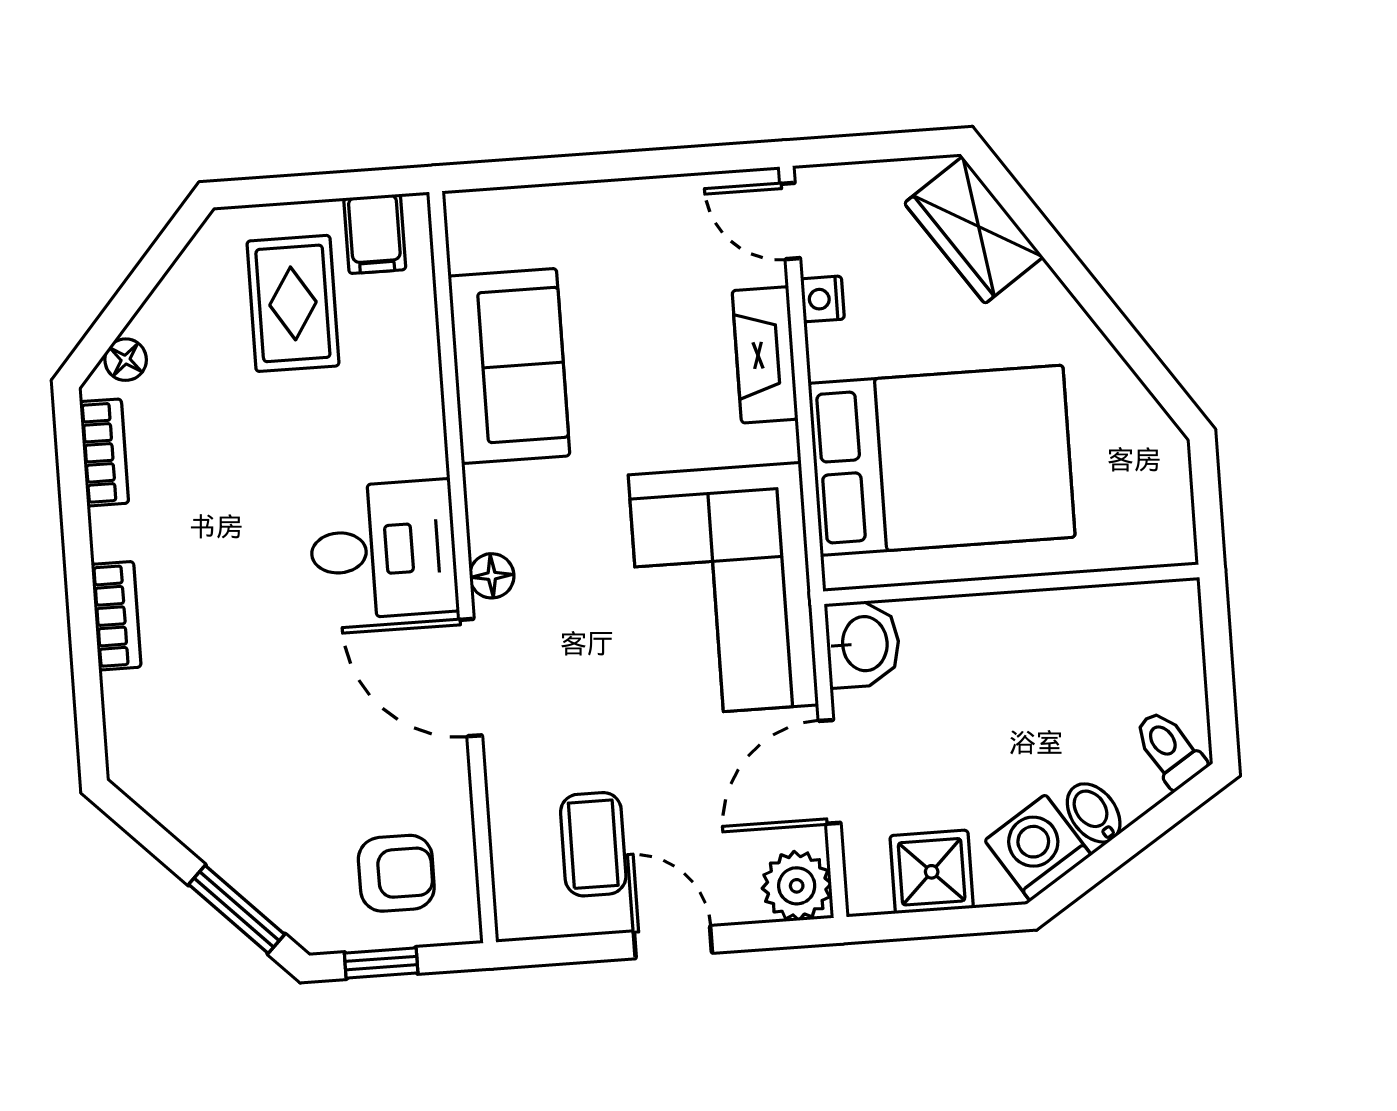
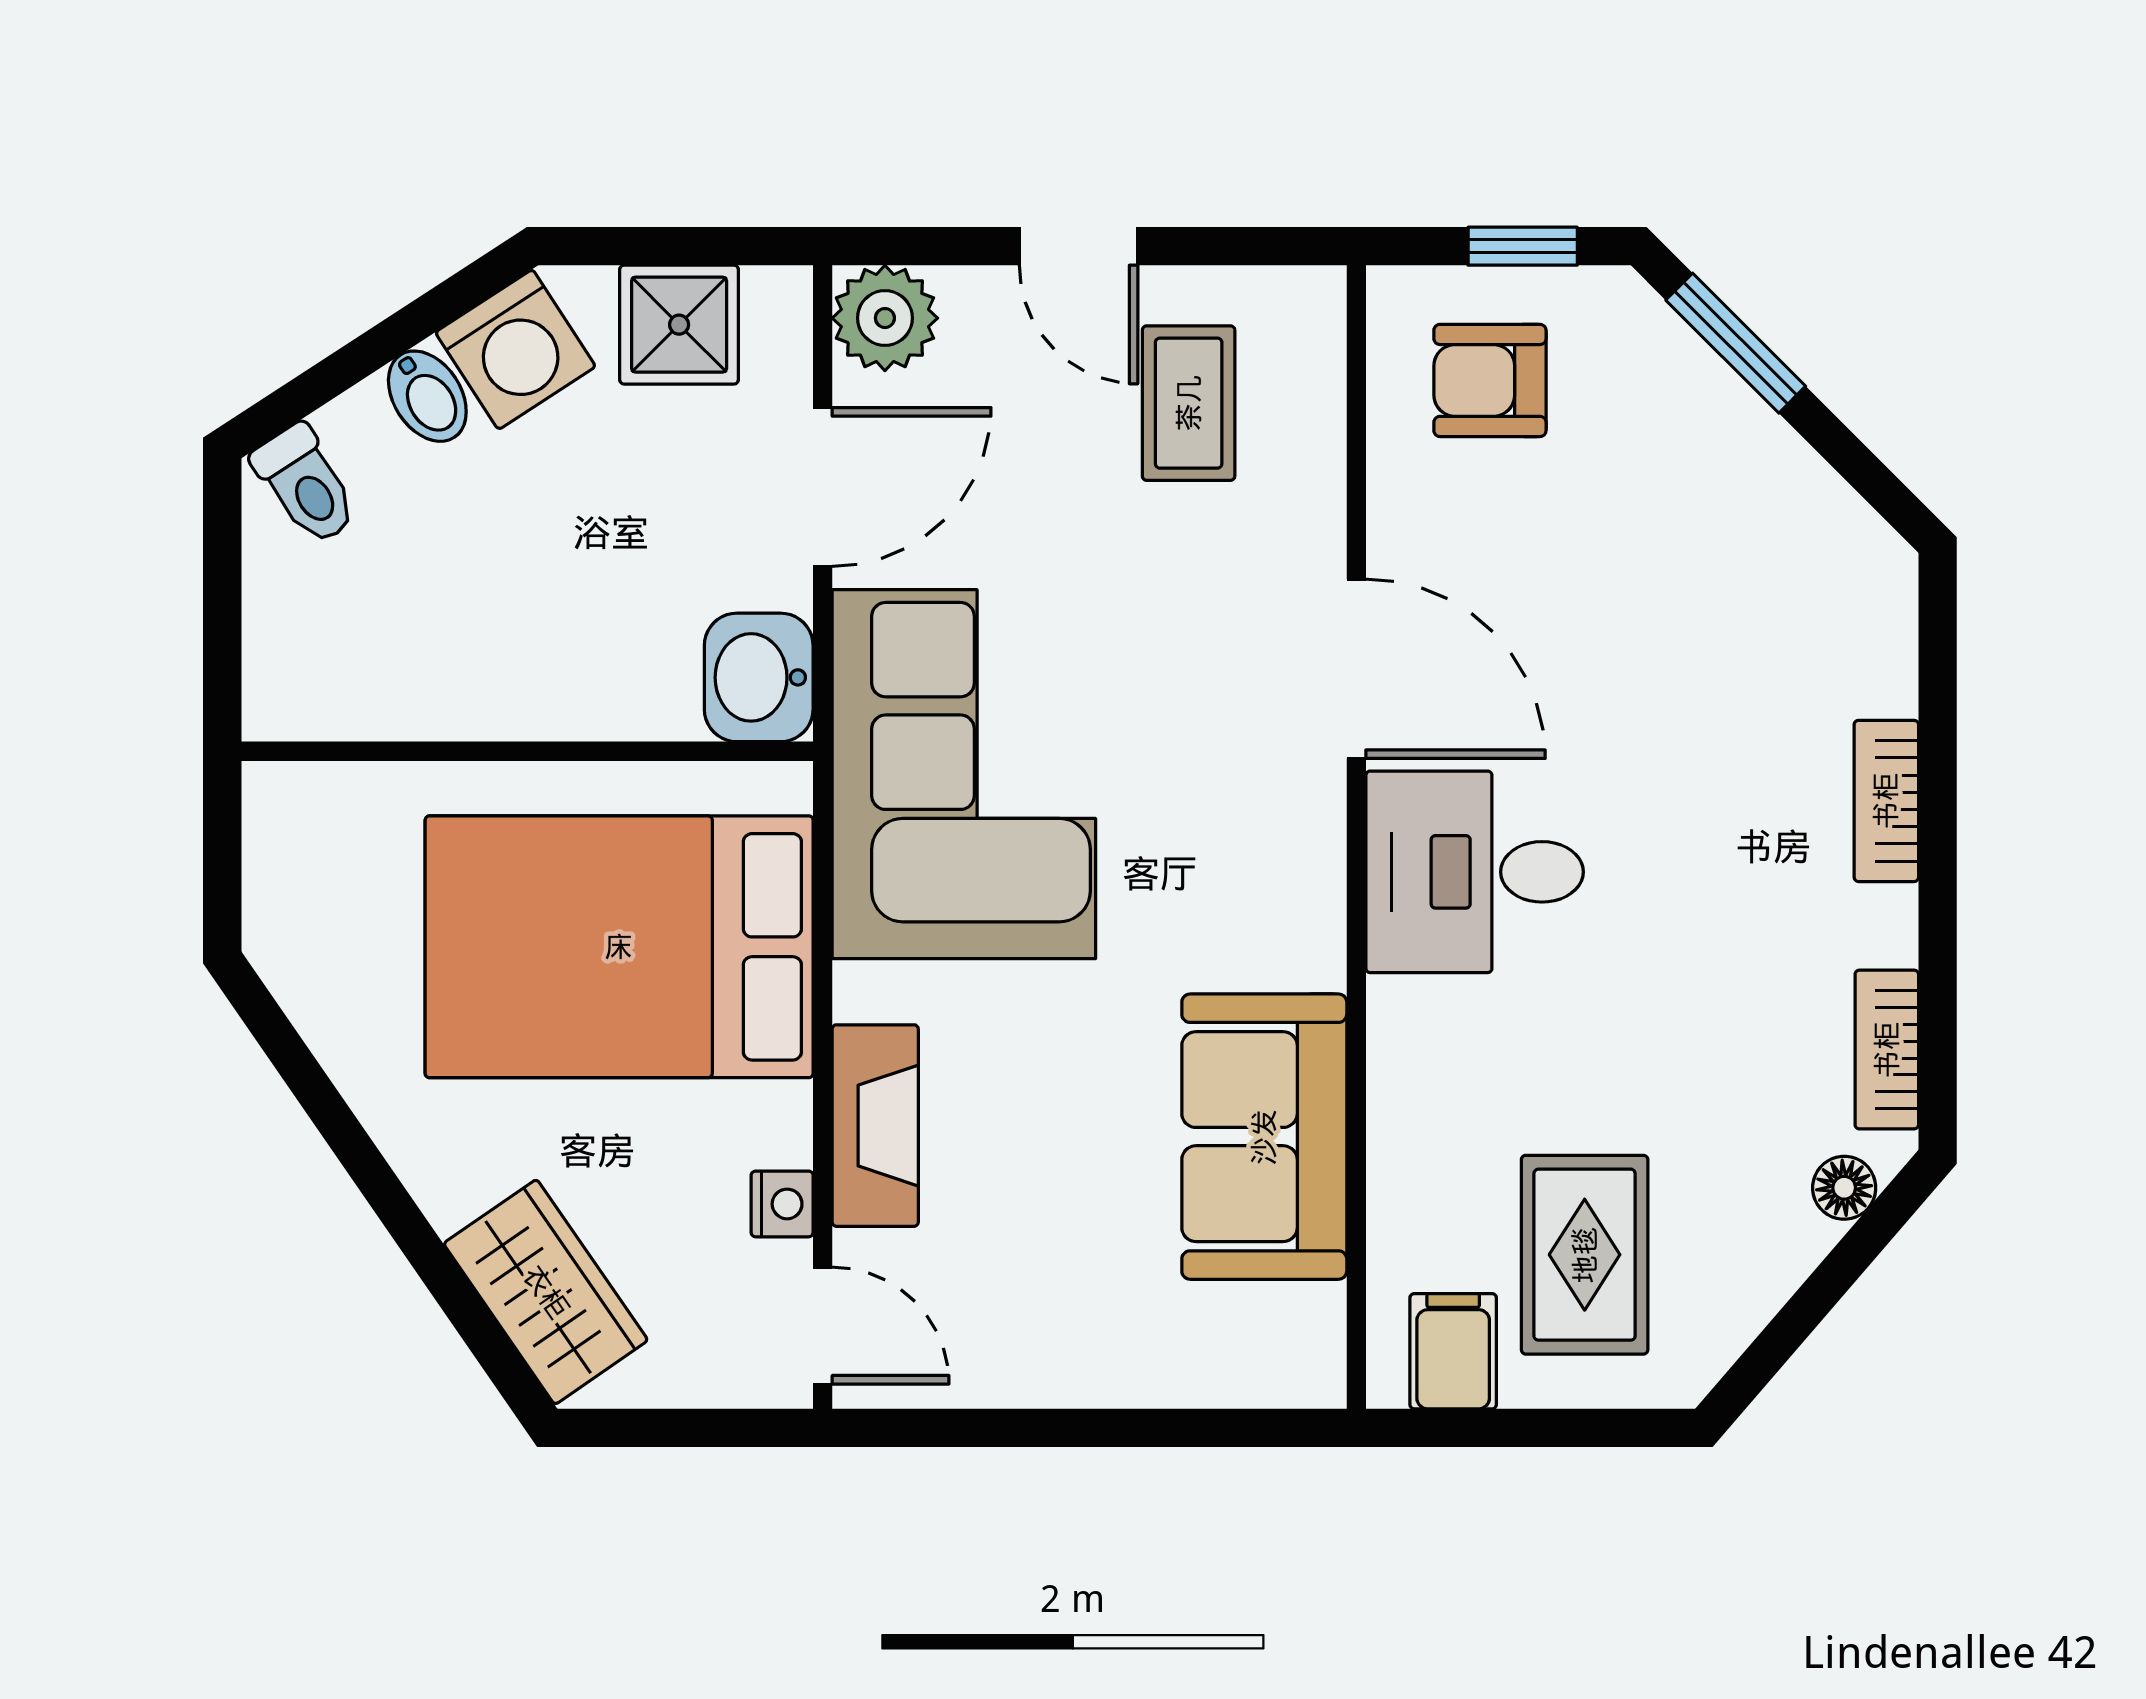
floor lamp: (492, 576) -> (1313, 821), removed

